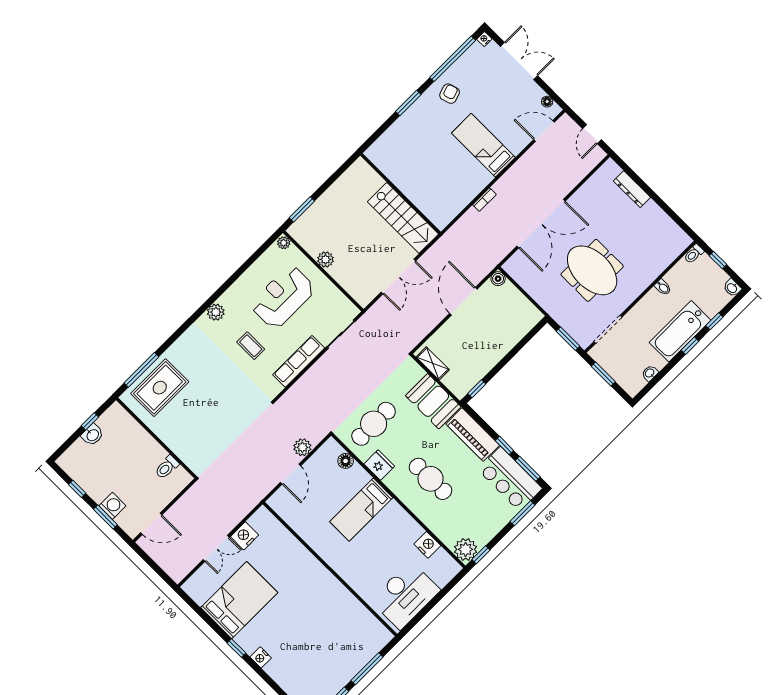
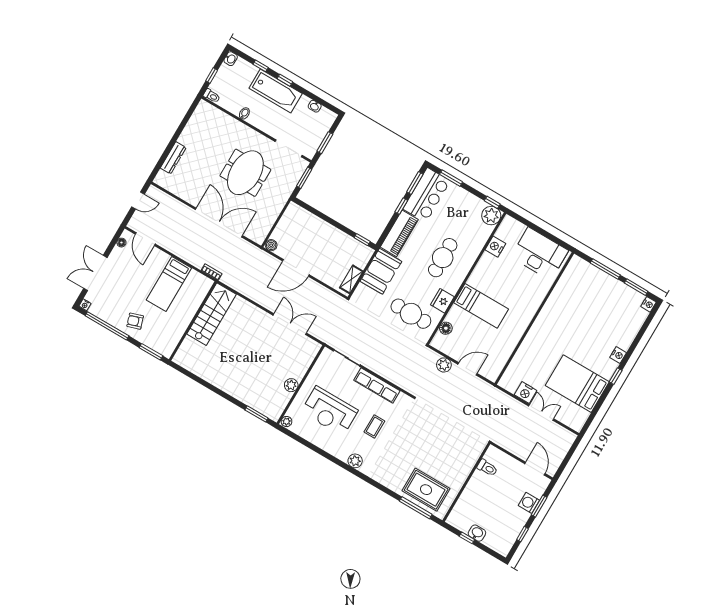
wall: (401, 194) -> (193, 321), moved
stairs: (403, 218) -> (211, 314), moved

